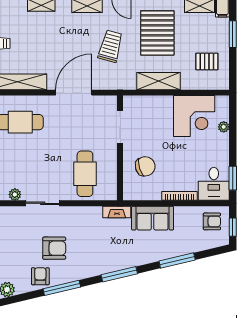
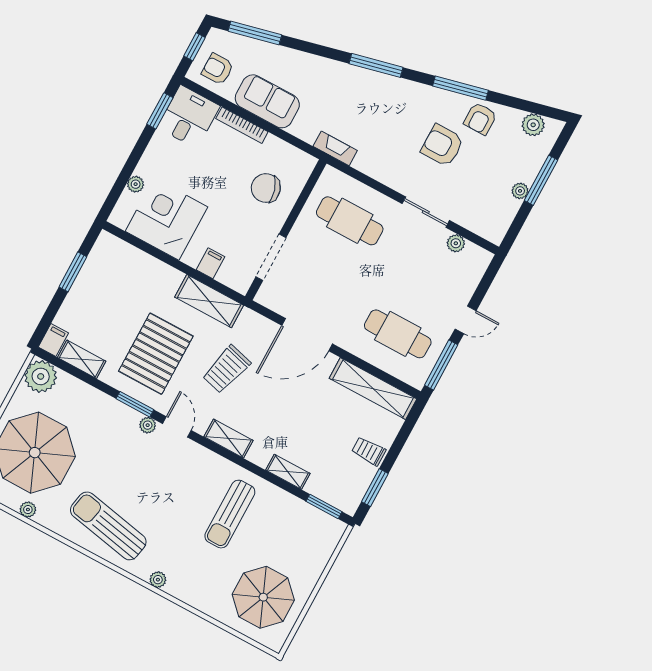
window: (233, 34) -> (73, 272), moved
pallet: (207, 61) -> (111, 281), removed
shelving: (159, 81) -> (209, 301), moved
filing cabinet: (154, 104) -> (211, 263), added
cafe table: (85, 174) -> (350, 221), turned 90
sofa: (153, 218) -> (267, 101), moved
window: (177, 261) -> (255, 33), moved

